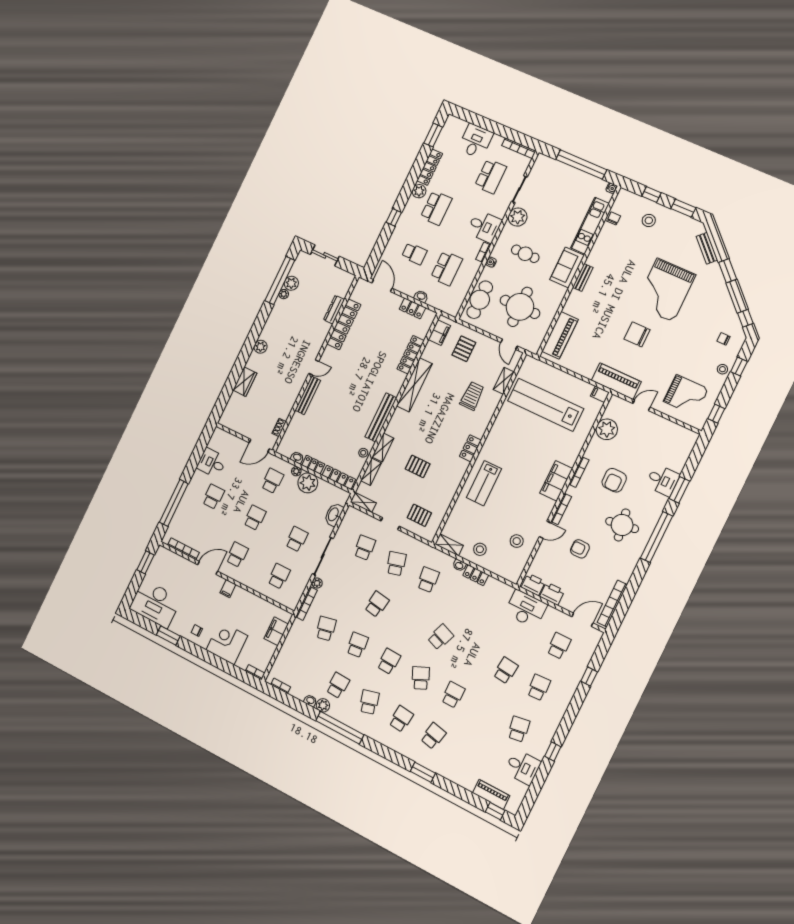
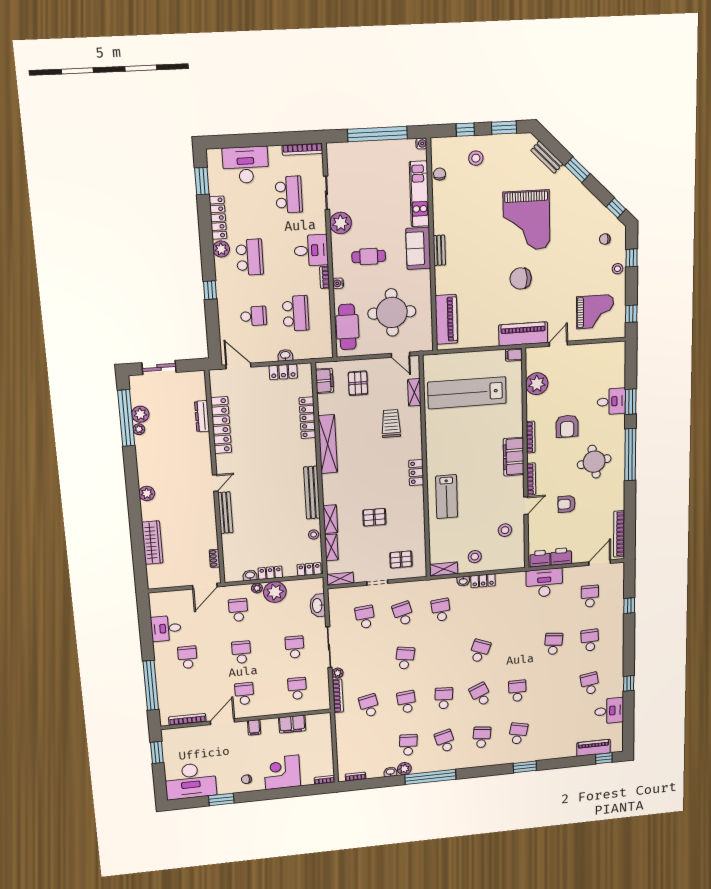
desk: (476, 141) -> (246, 165), width x1.37
wardrobe: (245, 382) -> (152, 543), width x1.50
locker: (339, 477) -> (309, 569), width x0.66
filing cabinet: (276, 631) -> (292, 724), moved, turned -90

